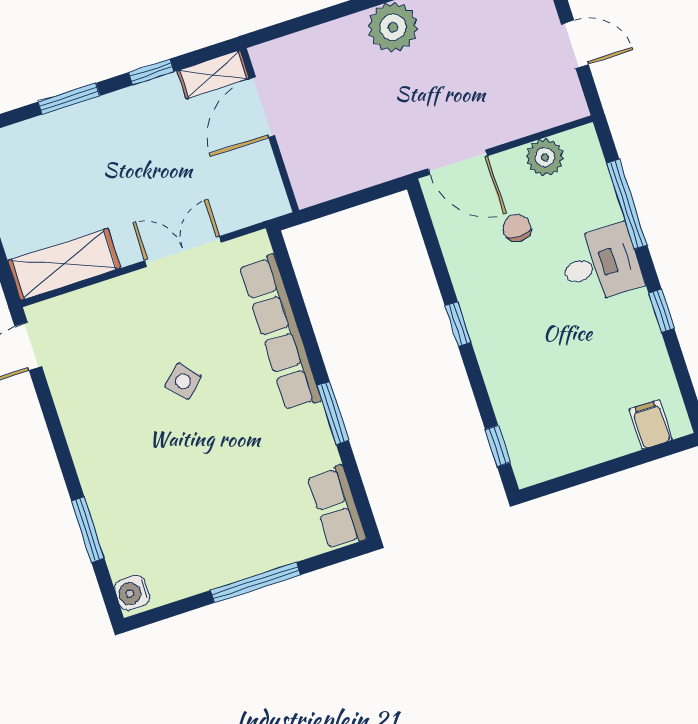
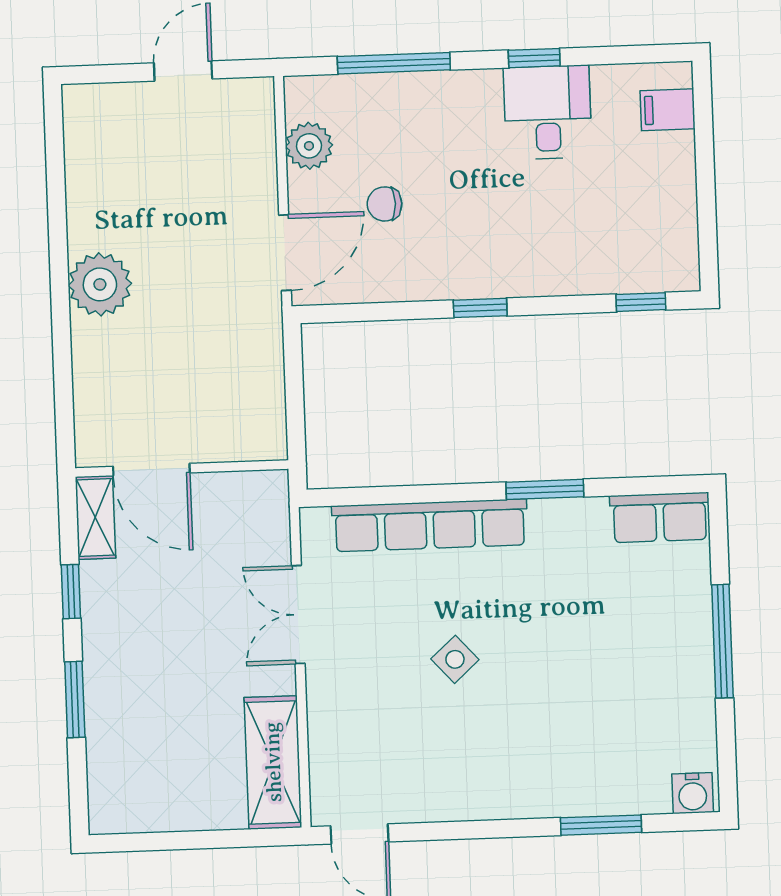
desk: (600, 264) -> (548, 112), moved

